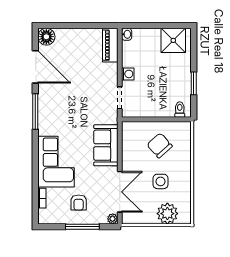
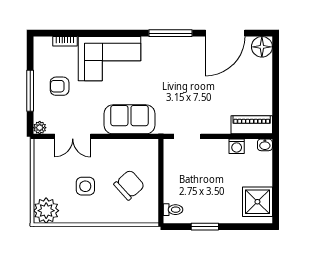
washing machine: (128, 74) -> (237, 146), moved
double door: (120, 192) -> (73, 136), width x0.73
plant: (167, 214) -> (46, 211), moved

